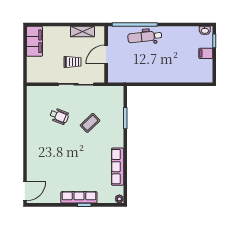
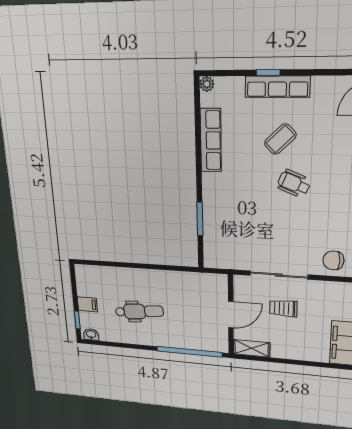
shelving: (82, 32) -> (252, 348), moved
dental chair: (145, 37) -> (139, 311), moved
chair: (43, 96) -> (333, 260), added
wheelchair: (59, 116) -> (294, 183), moved
coffee table: (90, 123) -> (280, 139), moved

